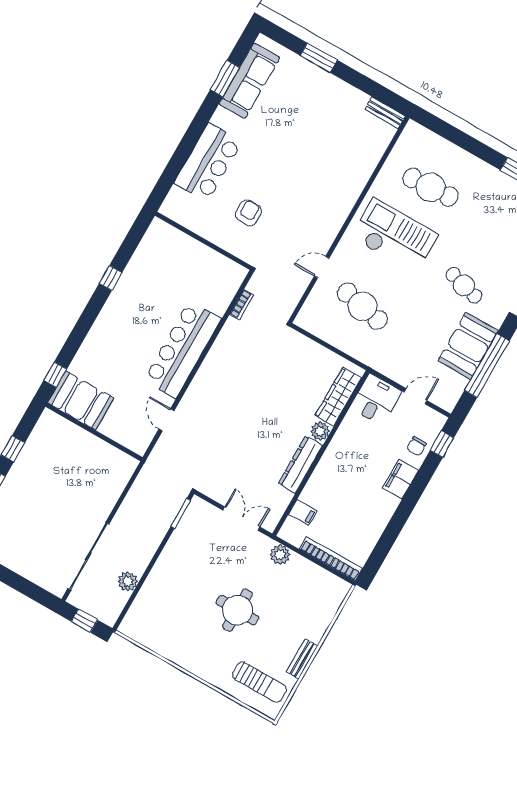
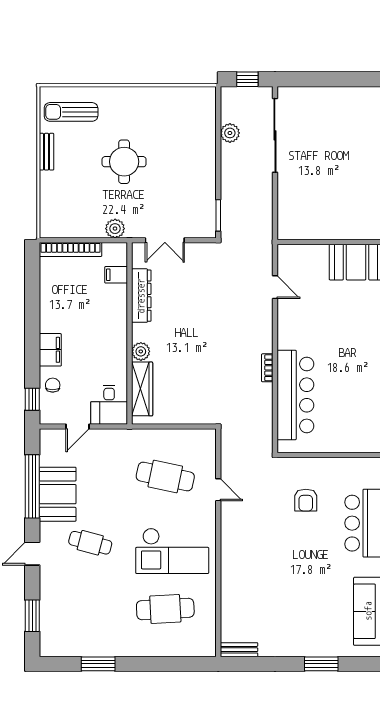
door: (322, 267) -> (218, 490), hinge flipped
bookcase: (242, 305) -> (267, 368), moved
bar counter: (182, 349) -> (295, 395), moved
dresser: (300, 464) -> (141, 296), moved

